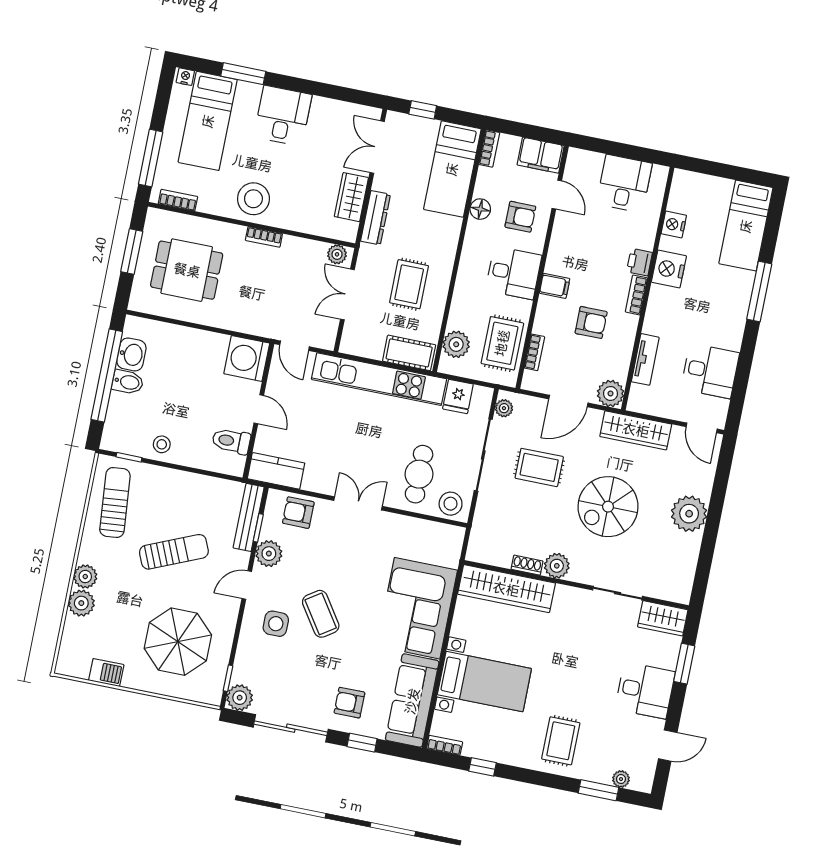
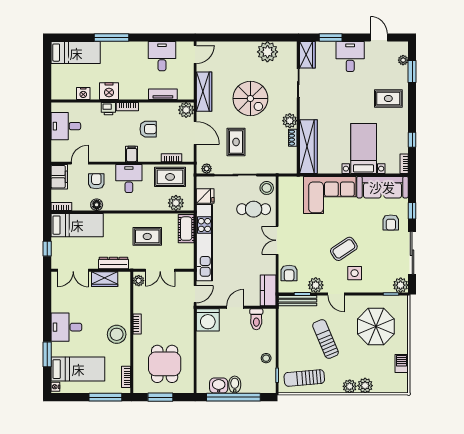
armchair: (591, 322) -> (148, 129), turned 90
plant: (689, 514) -> (267, 52), moved

